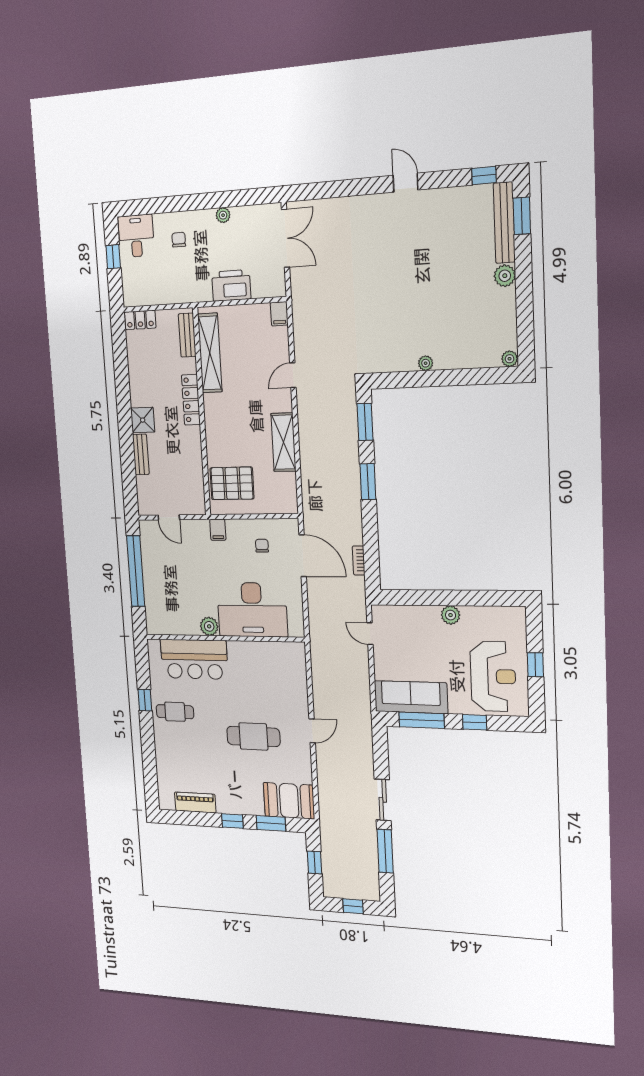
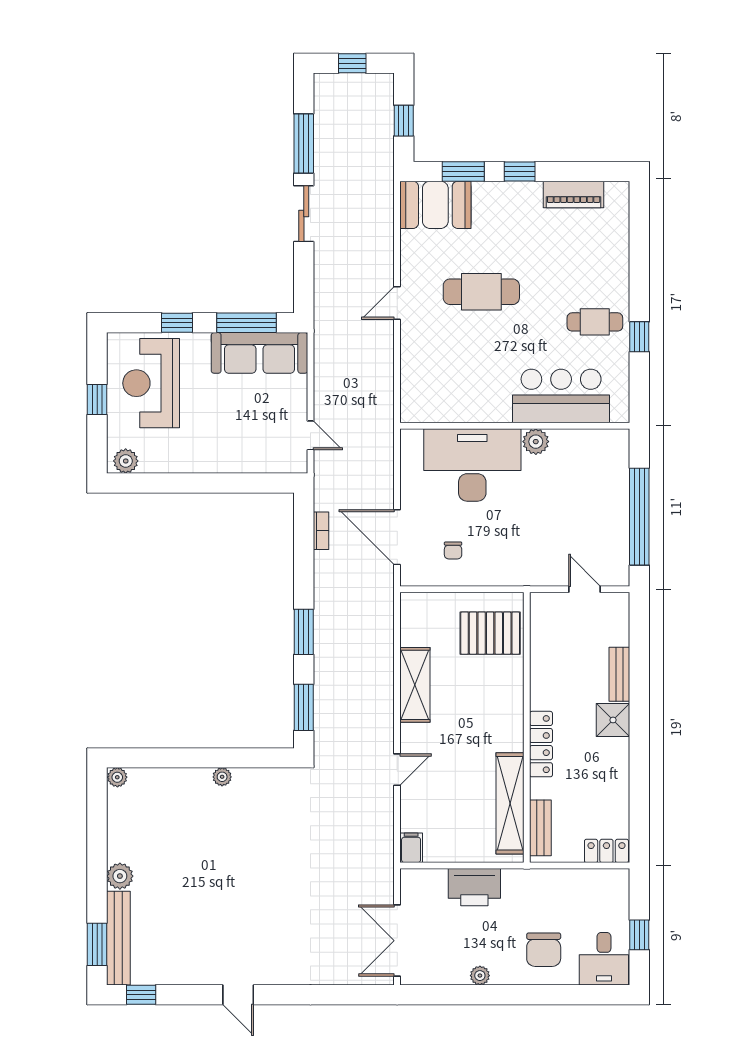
chair: (179, 240) -> (544, 950), width x1.87, depth x1.87
filing cabinet: (218, 530) -> (514, 572), removed
plant: (451, 615) -> (126, 461), moved

